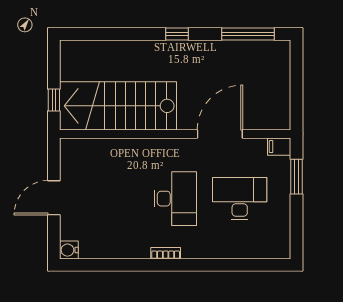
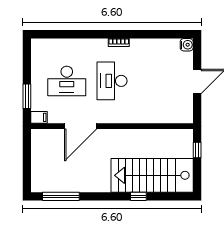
window: (177, 34) -> (138, 196), moved
stairs: (118, 106) -> (152, 175), moved, turned 180

